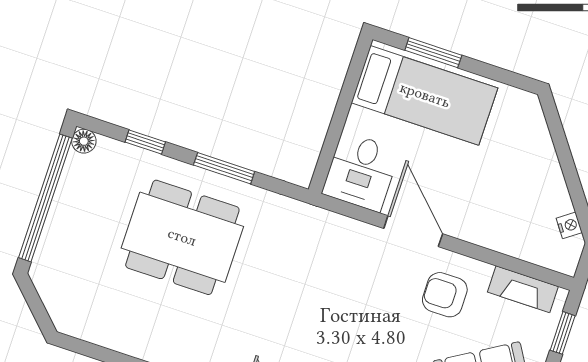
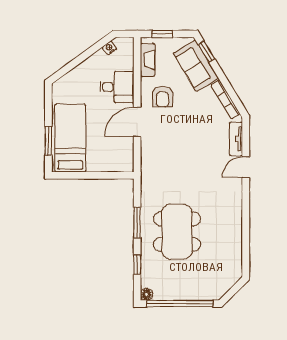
desk: (361, 172) -> (117, 87), moved

